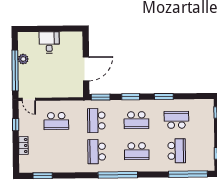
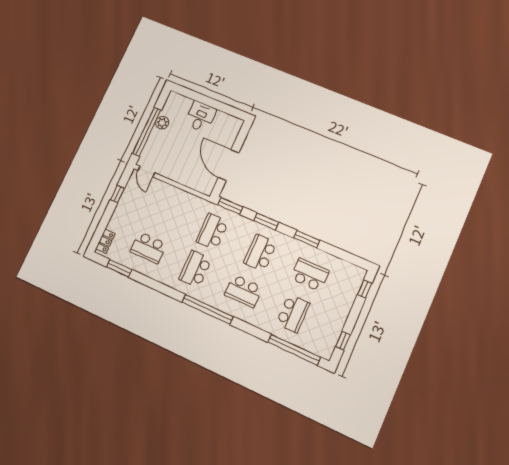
door: (86, 69) -> (229, 165), swing flipped
school desk: (136, 120) -> (260, 253), turned 90
school desk: (56, 121) -> (148, 248), moved
locker: (23, 146) -> (105, 241), moved

